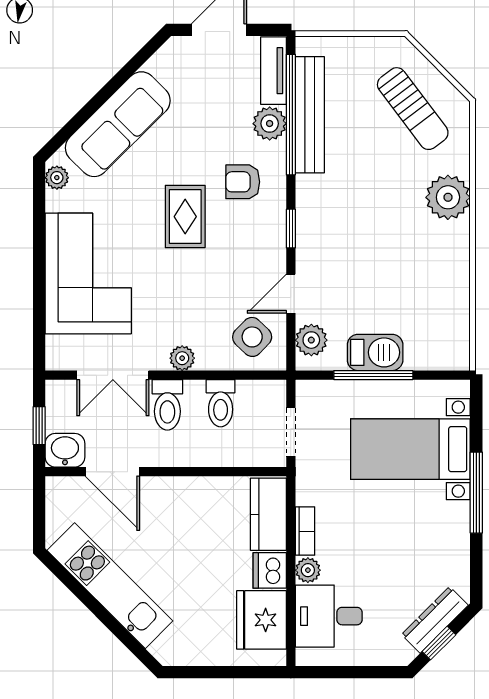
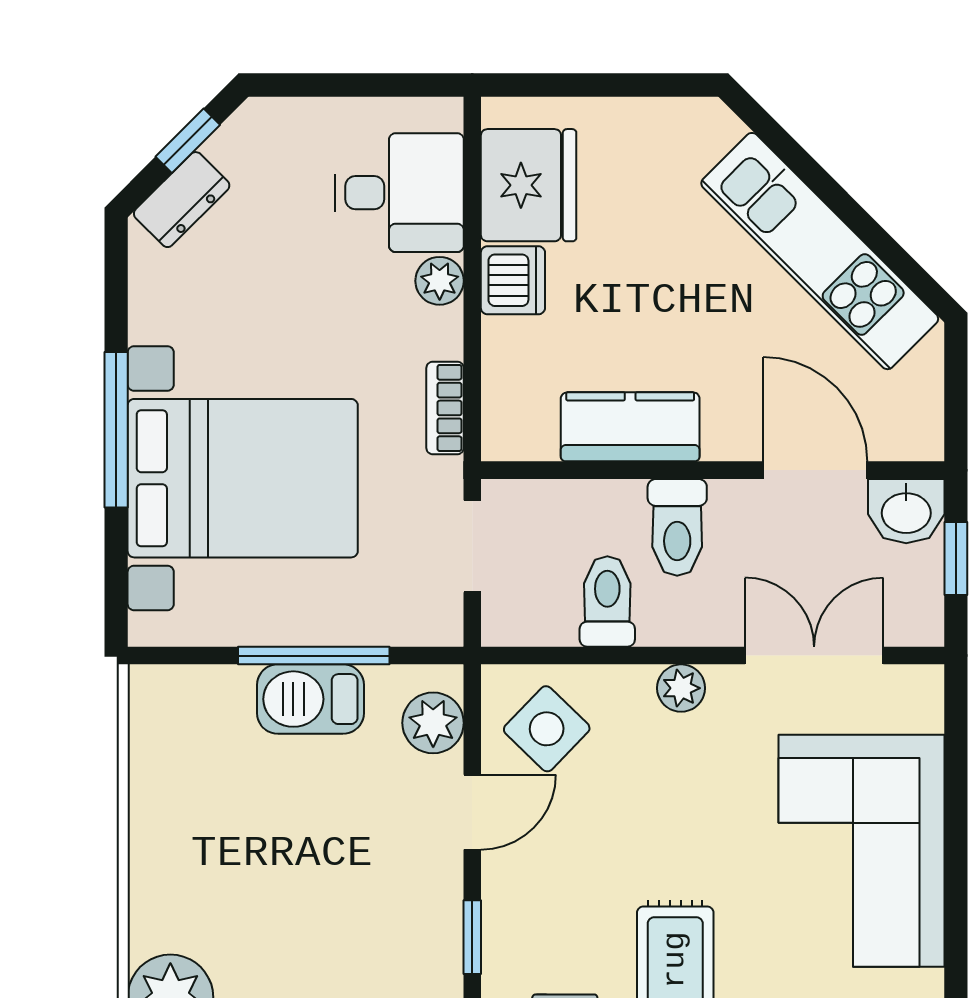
toilet: (167, 405) -> (677, 527), moved, turned 180
bed with nightstands: (410, 449) -> (243, 478), width x1.36
kitchen counter: (268, 514) -> (630, 427), moved, turned -90
bookcase: (305, 531) -> (445, 408), moved
dresser: (435, 620) -> (182, 200), width x0.70

